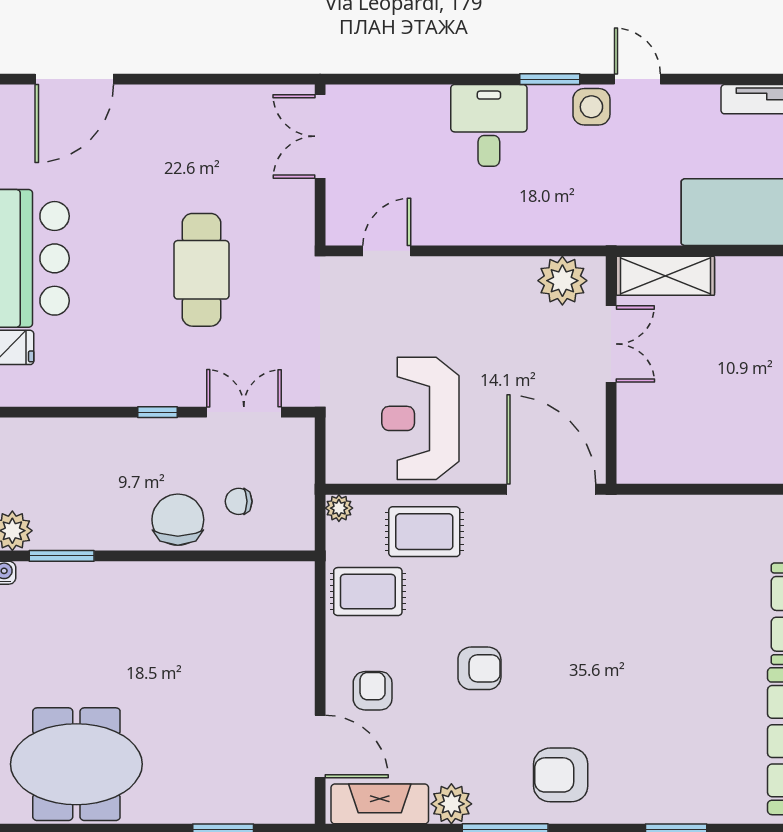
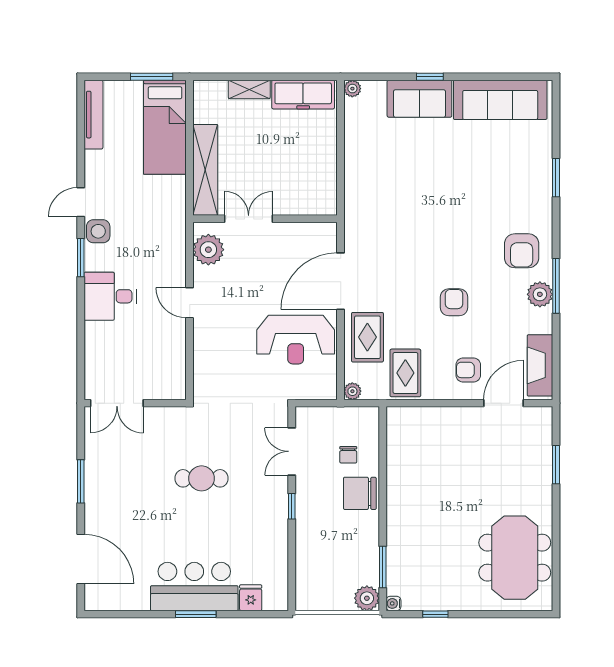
window: (197, 79) -> (81, 481), added
door: (387, 251) -> (190, 303), moved
cafe table: (201, 270) -> (202, 478), width x0.73, depth x0.74
shelving: (665, 276) -> (205, 170), width x1.47
door: (551, 489) -> (341, 281), moved
plant: (451, 804) -> (540, 294), moved

